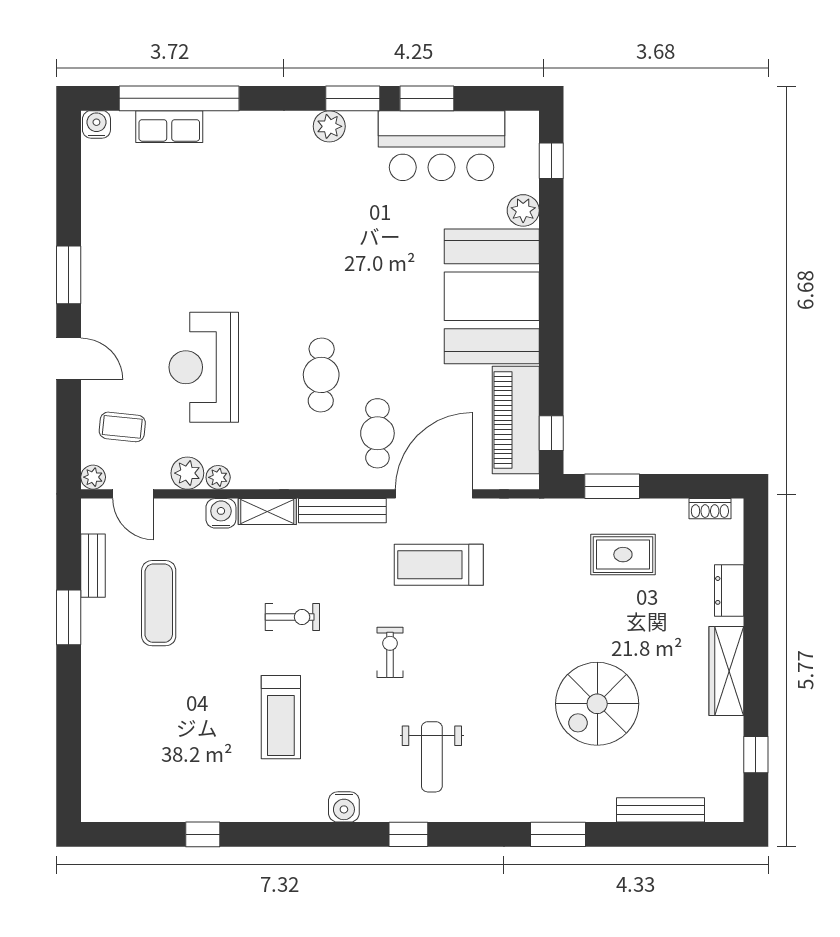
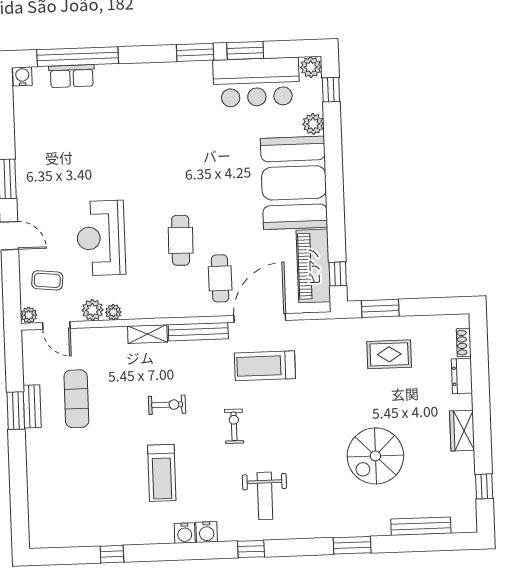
plant: (329, 126) -> (311, 67), moved
shoe rack: (710, 509) -> (464, 343), moved, turned 90
water cooler: (221, 513) -> (185, 533), moved, turned 180
bench: (93, 566) -> (32, 406), moved
wardrobe: (726, 671) -> (462, 431), width x0.67

